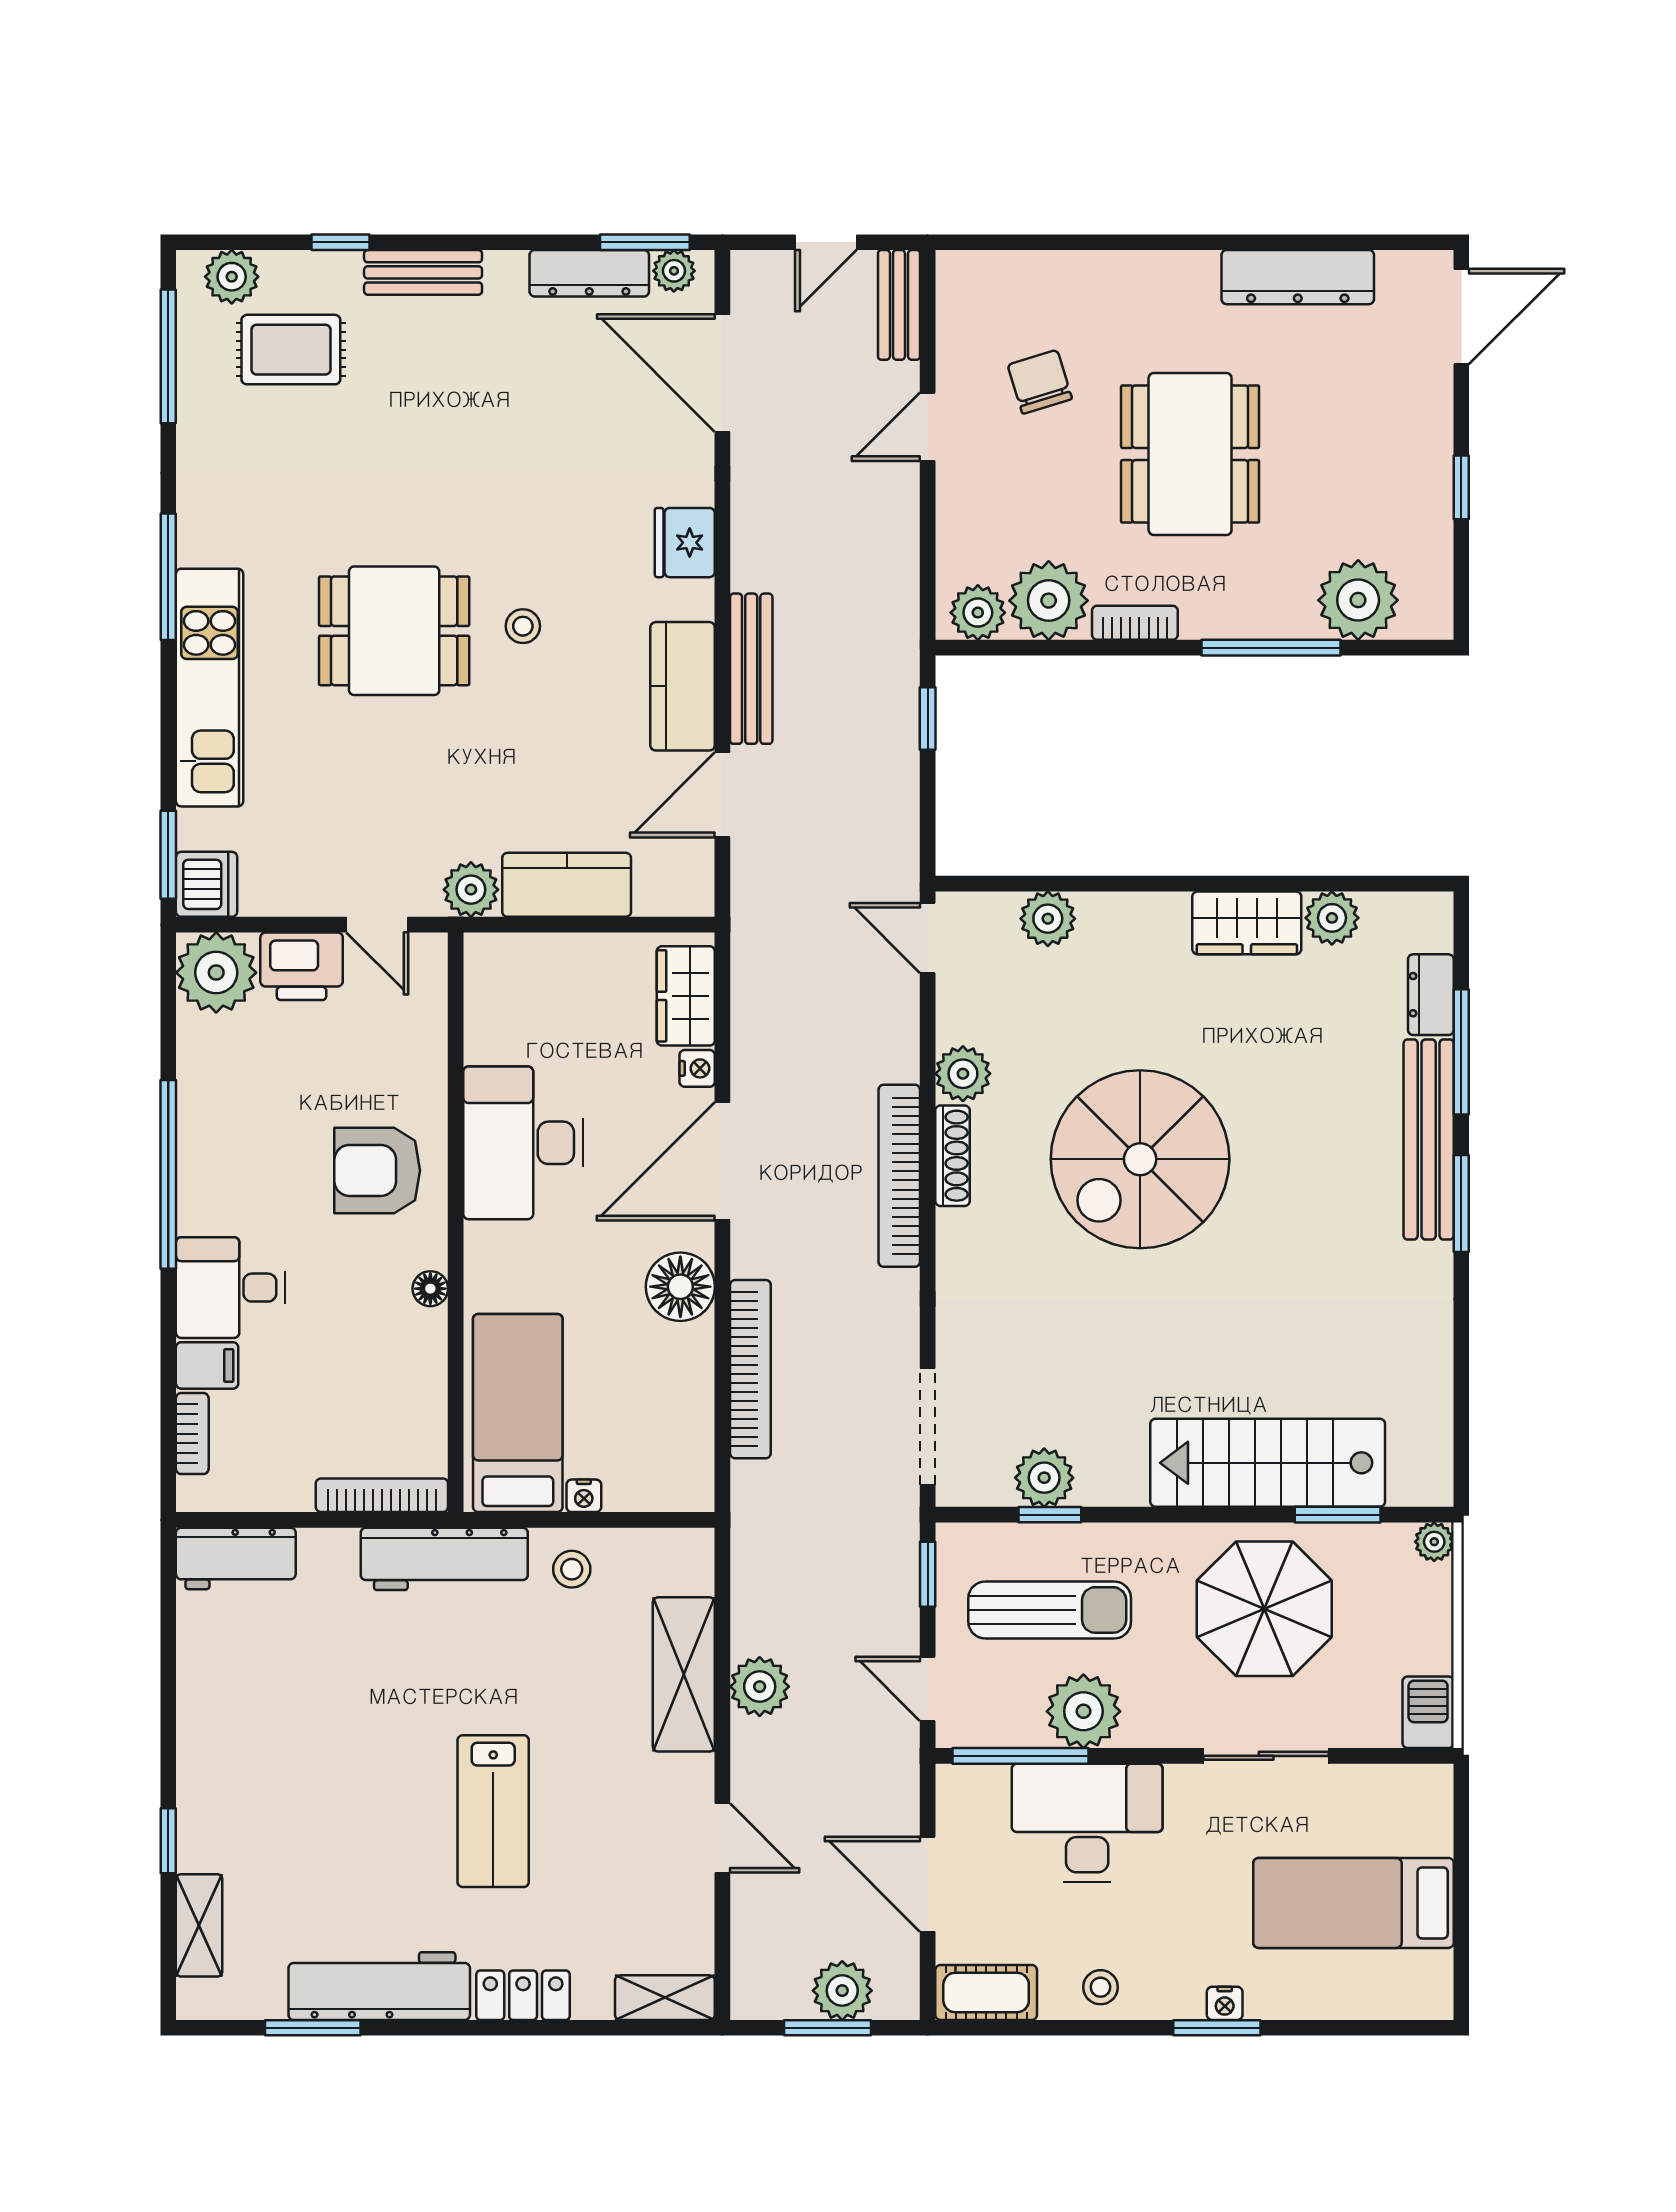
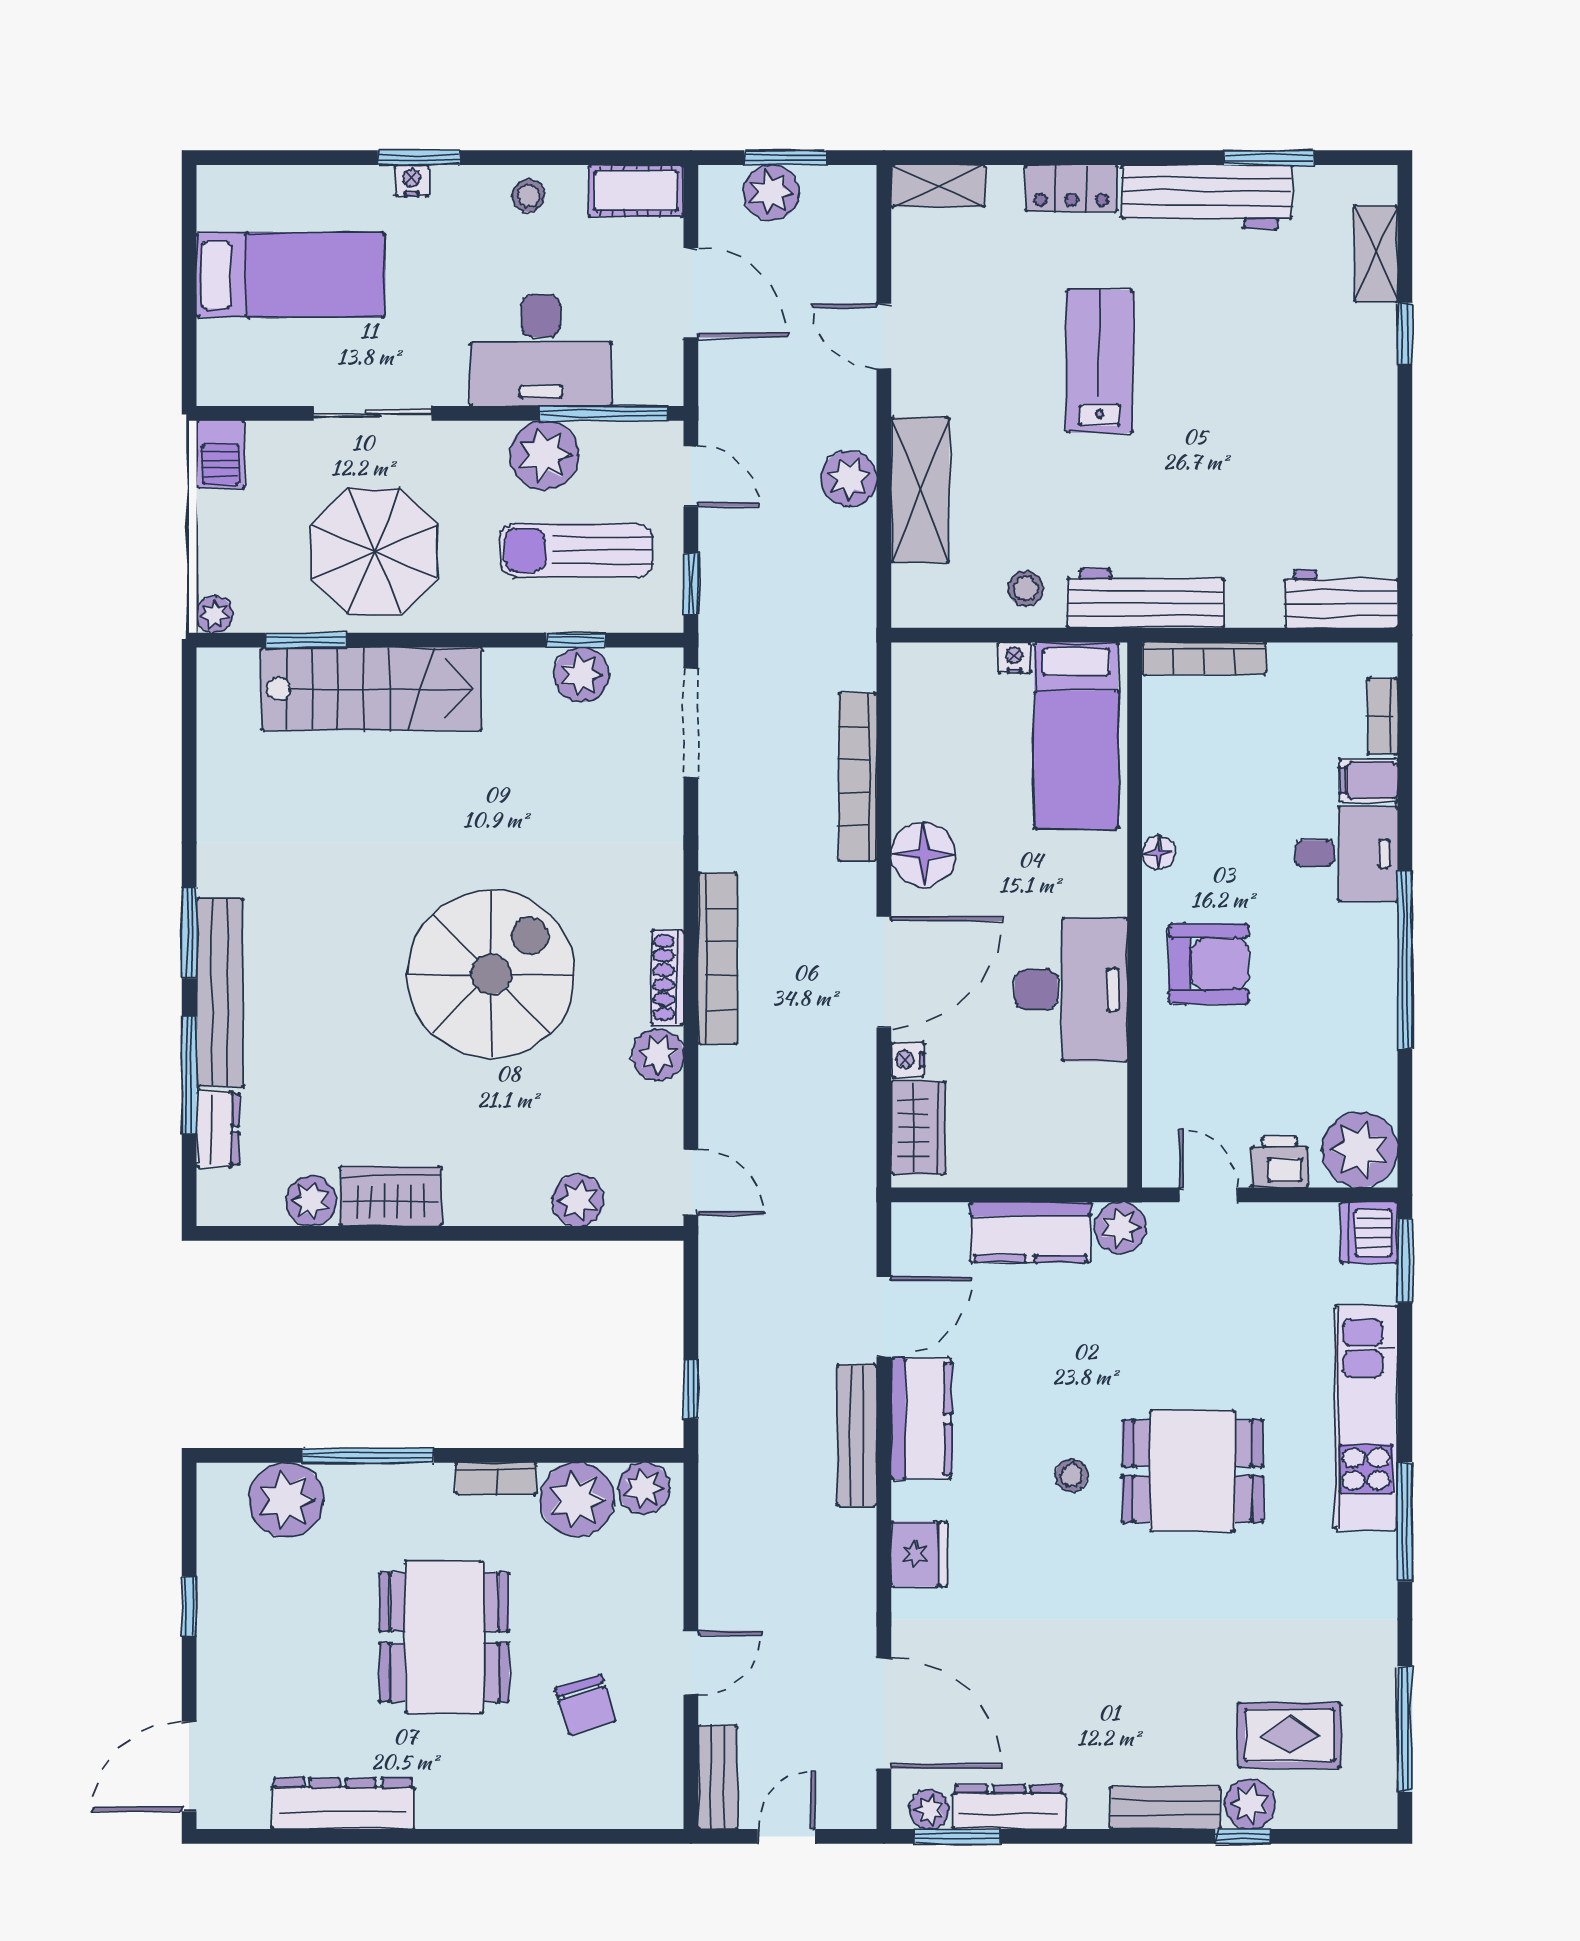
plant: (232, 277) -> (1250, 1804), moved
printer: (302, 966) -> (1280, 1162), width x0.73, depth x0.81

